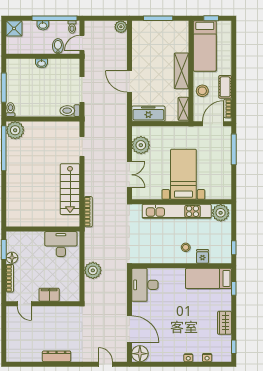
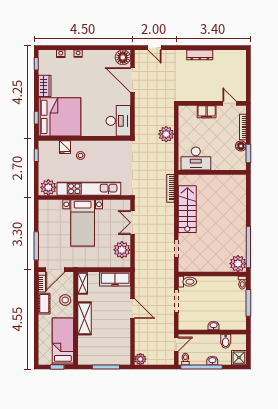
bidet: (58, 46) -> (226, 341), moved
bed: (208, 278) -> (59, 117), width x2.04

